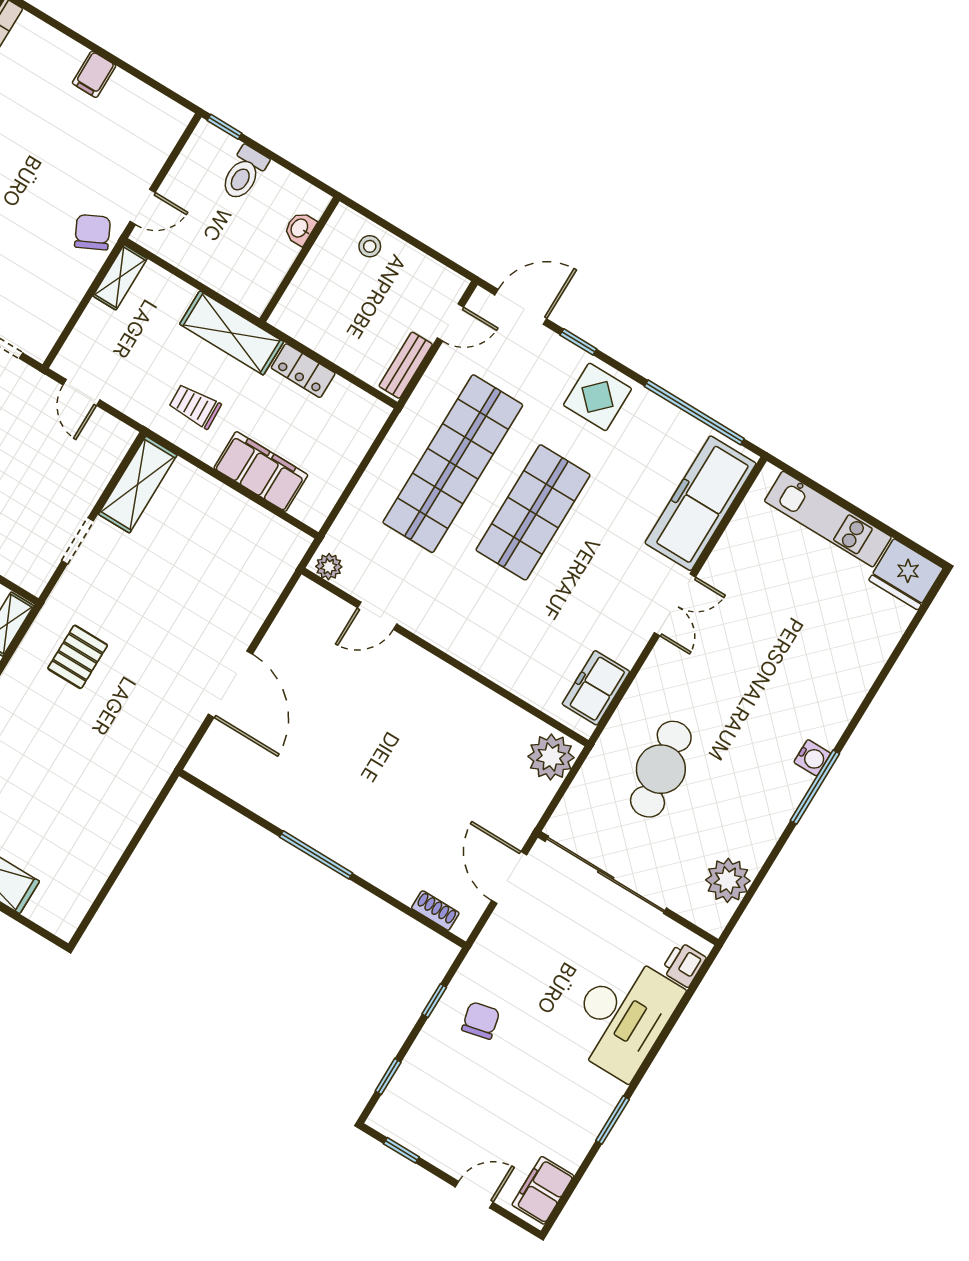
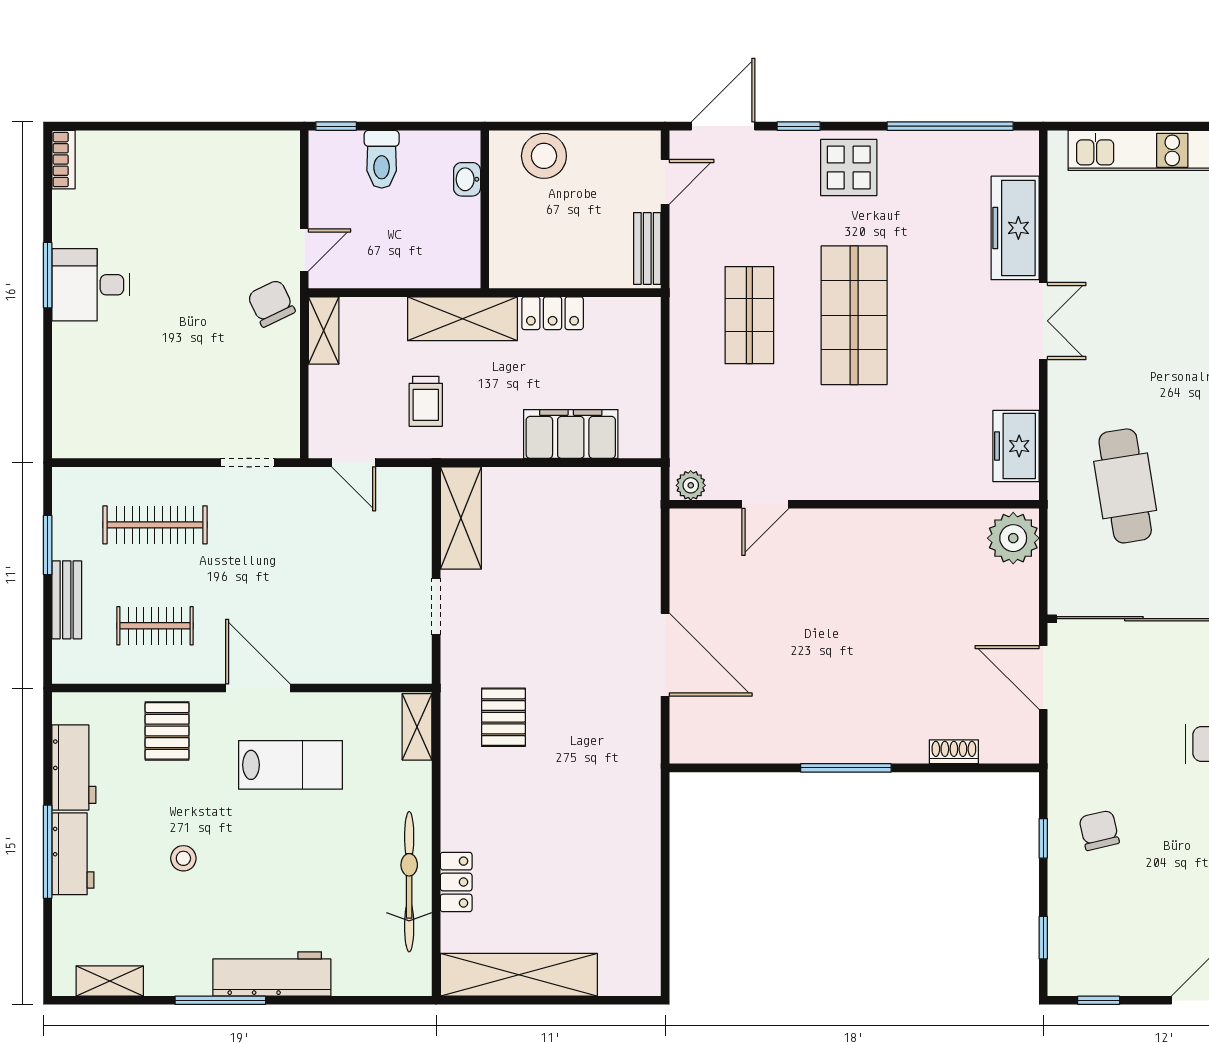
filing cabinet: (94, 74) -> (181, 152), removed
stool: (370, 246) -> (544, 156), width x1.89, depth x1.89
trolley: (195, 406) -> (426, 401), moved, turned -88
shop shelf: (453, 464) -> (749, 315), width x0.50, depth x0.74
freezer: (701, 503) -> (1015, 228), width x0.73, depth x0.79
shoe rack: (435, 911) -> (954, 752), moved

